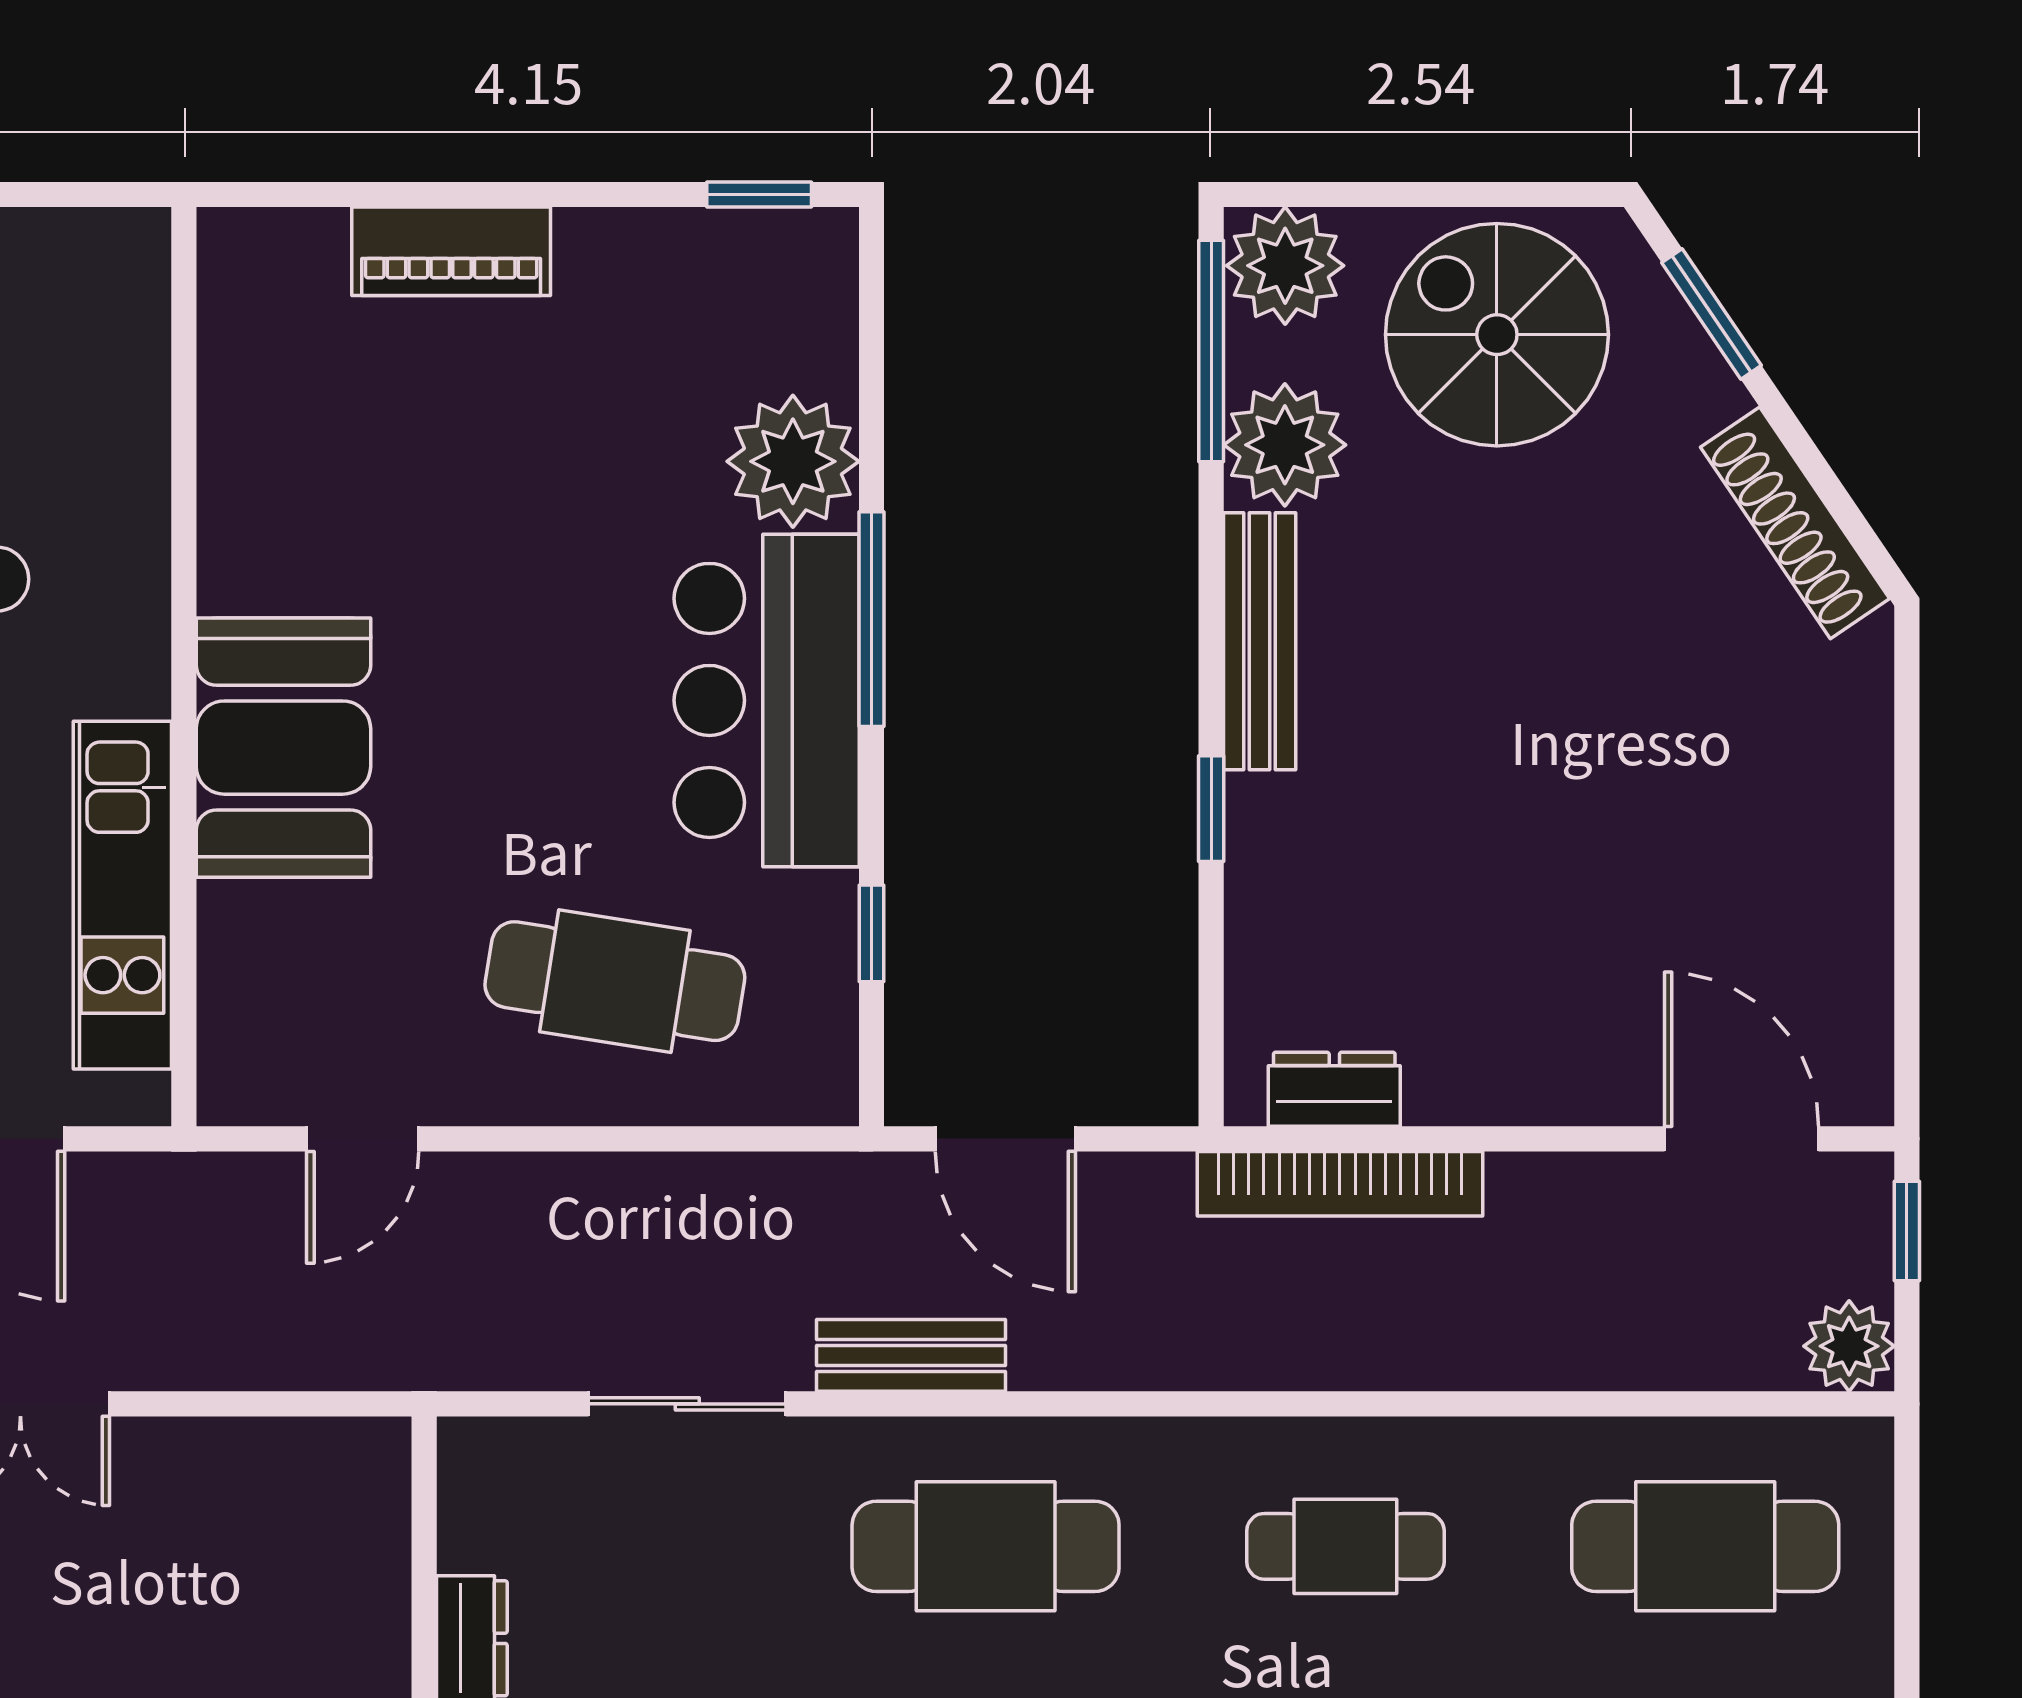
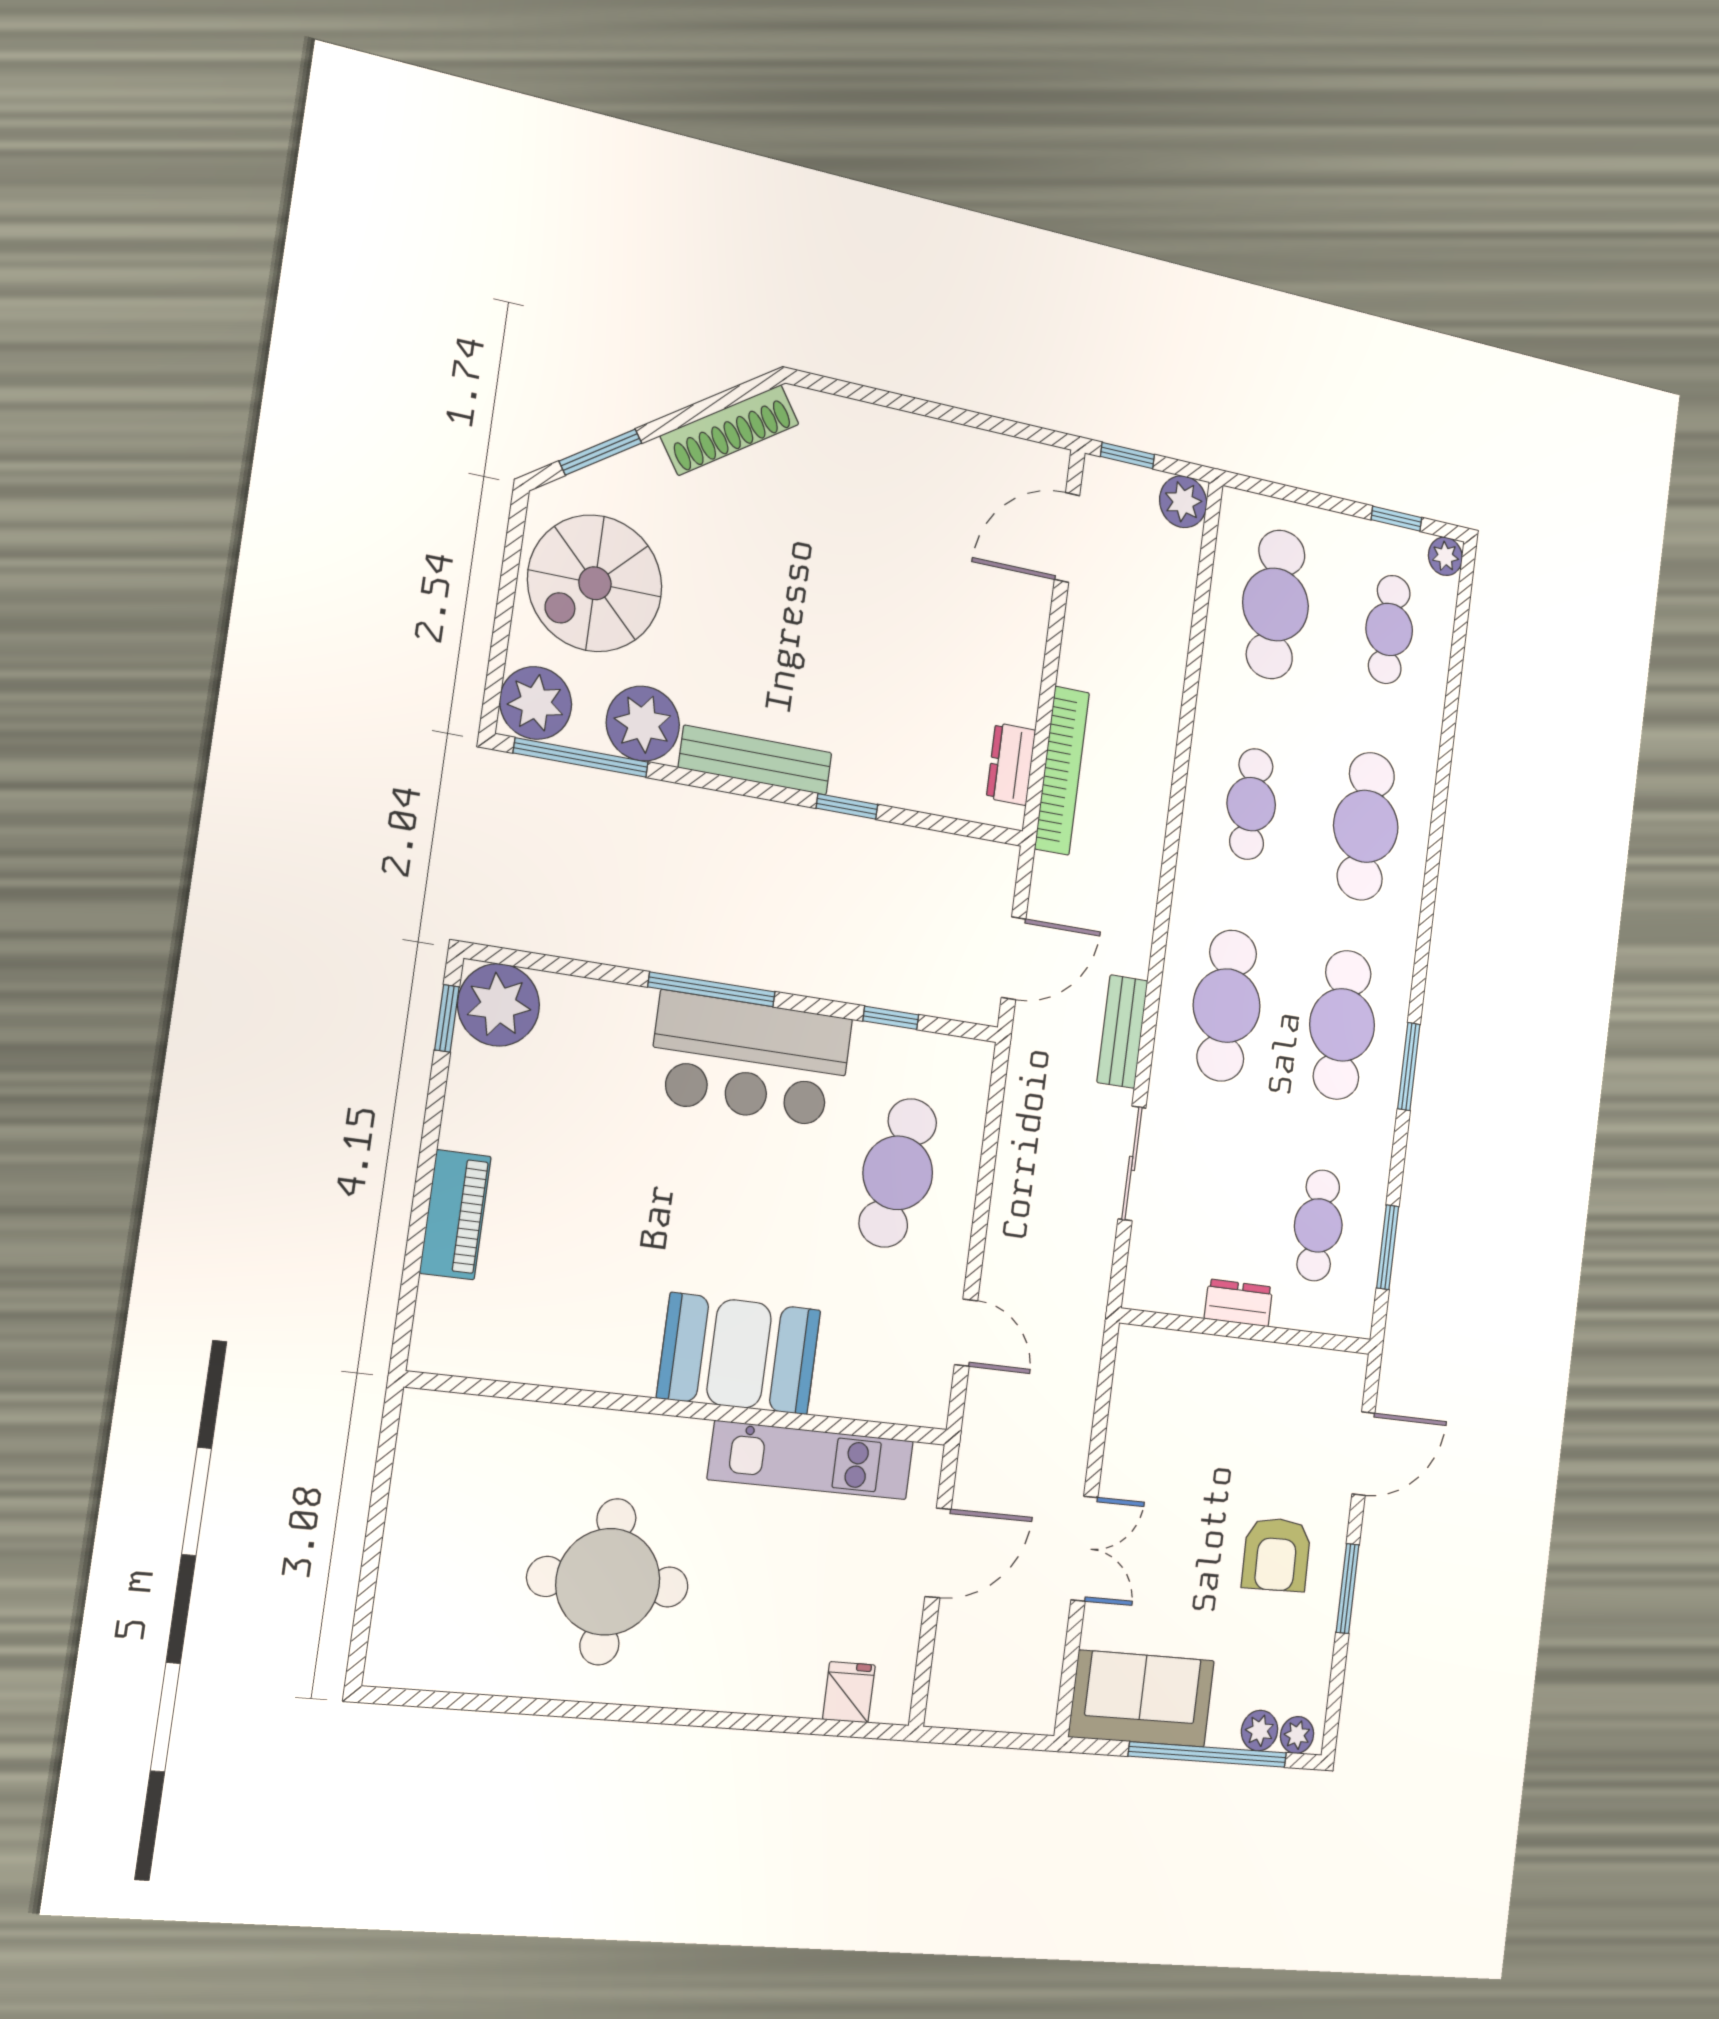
plant: (793, 461) -> (499, 1005), moved

